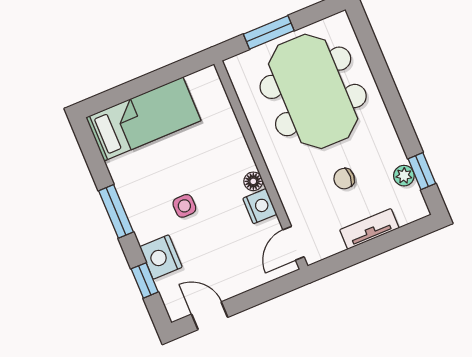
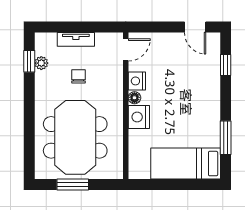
window: (269, 32) -> (73, 185), moved
chair: (344, 179) -> (78, 76), turned -93
side table: (184, 206) -> (183, 100), removed
window: (116, 211) -> (226, 138), moved
nightstand: (161, 257) -> (139, 117), moved, turned 180

